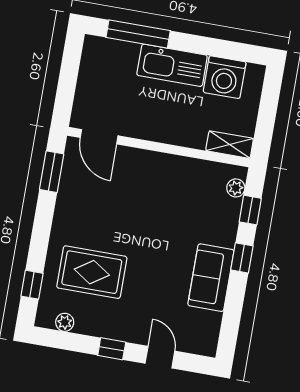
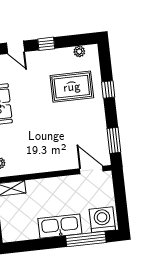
washing machine: (225, 77) -> (102, 220), moved
window: (32, 285) -> (108, 89), moved

